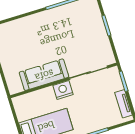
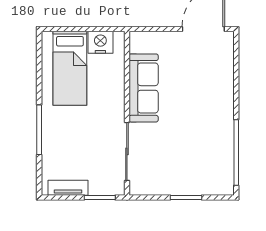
nightstand: (63, 90) -> (100, 42), moved, turned -90

